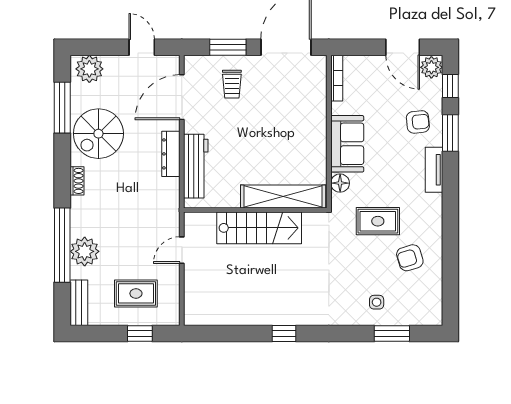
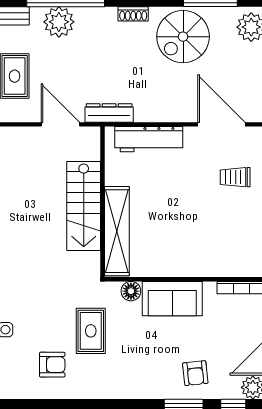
spiral stairs: (98, 134) -> (183, 37), turned -90
dresser: (171, 154) -> (109, 113), moved
tv unit: (434, 170) -> (145, 390), removed
door: (182, 250) -> (60, 124), width x1.38
armchair: (410, 258) -> (52, 365), turned 107

